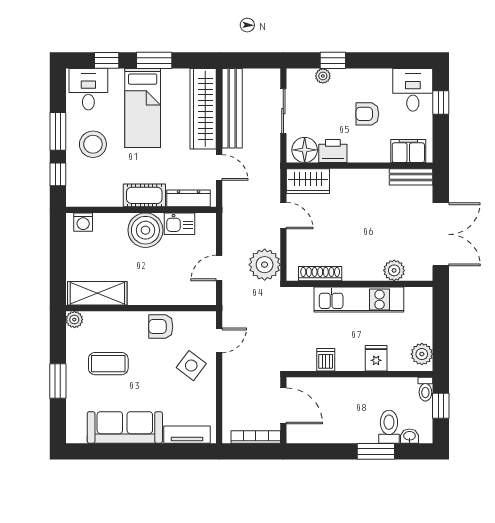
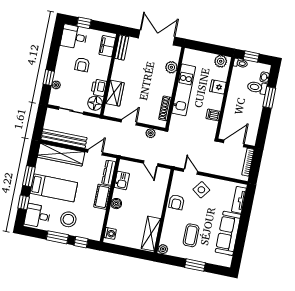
wardrobe: (308, 181) -> (115, 93), moved
boiler: (145, 230) -> (116, 204), width x0.54, depth x0.54
plant: (265, 265) -> (151, 133), width x0.53, depth x0.53

